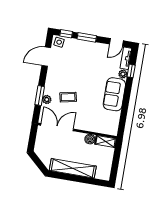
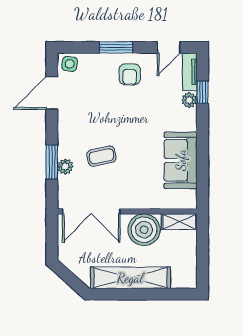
window: (66, 34) -> (79, 47), removed
armchair: (92, 54) -> (130, 74), added
sofa: (114, 94) -> (181, 160), moved
double door: (57, 127) -> (91, 211), swing flipped
boiler: (90, 139) -> (144, 230), width x1.86, depth x1.86

